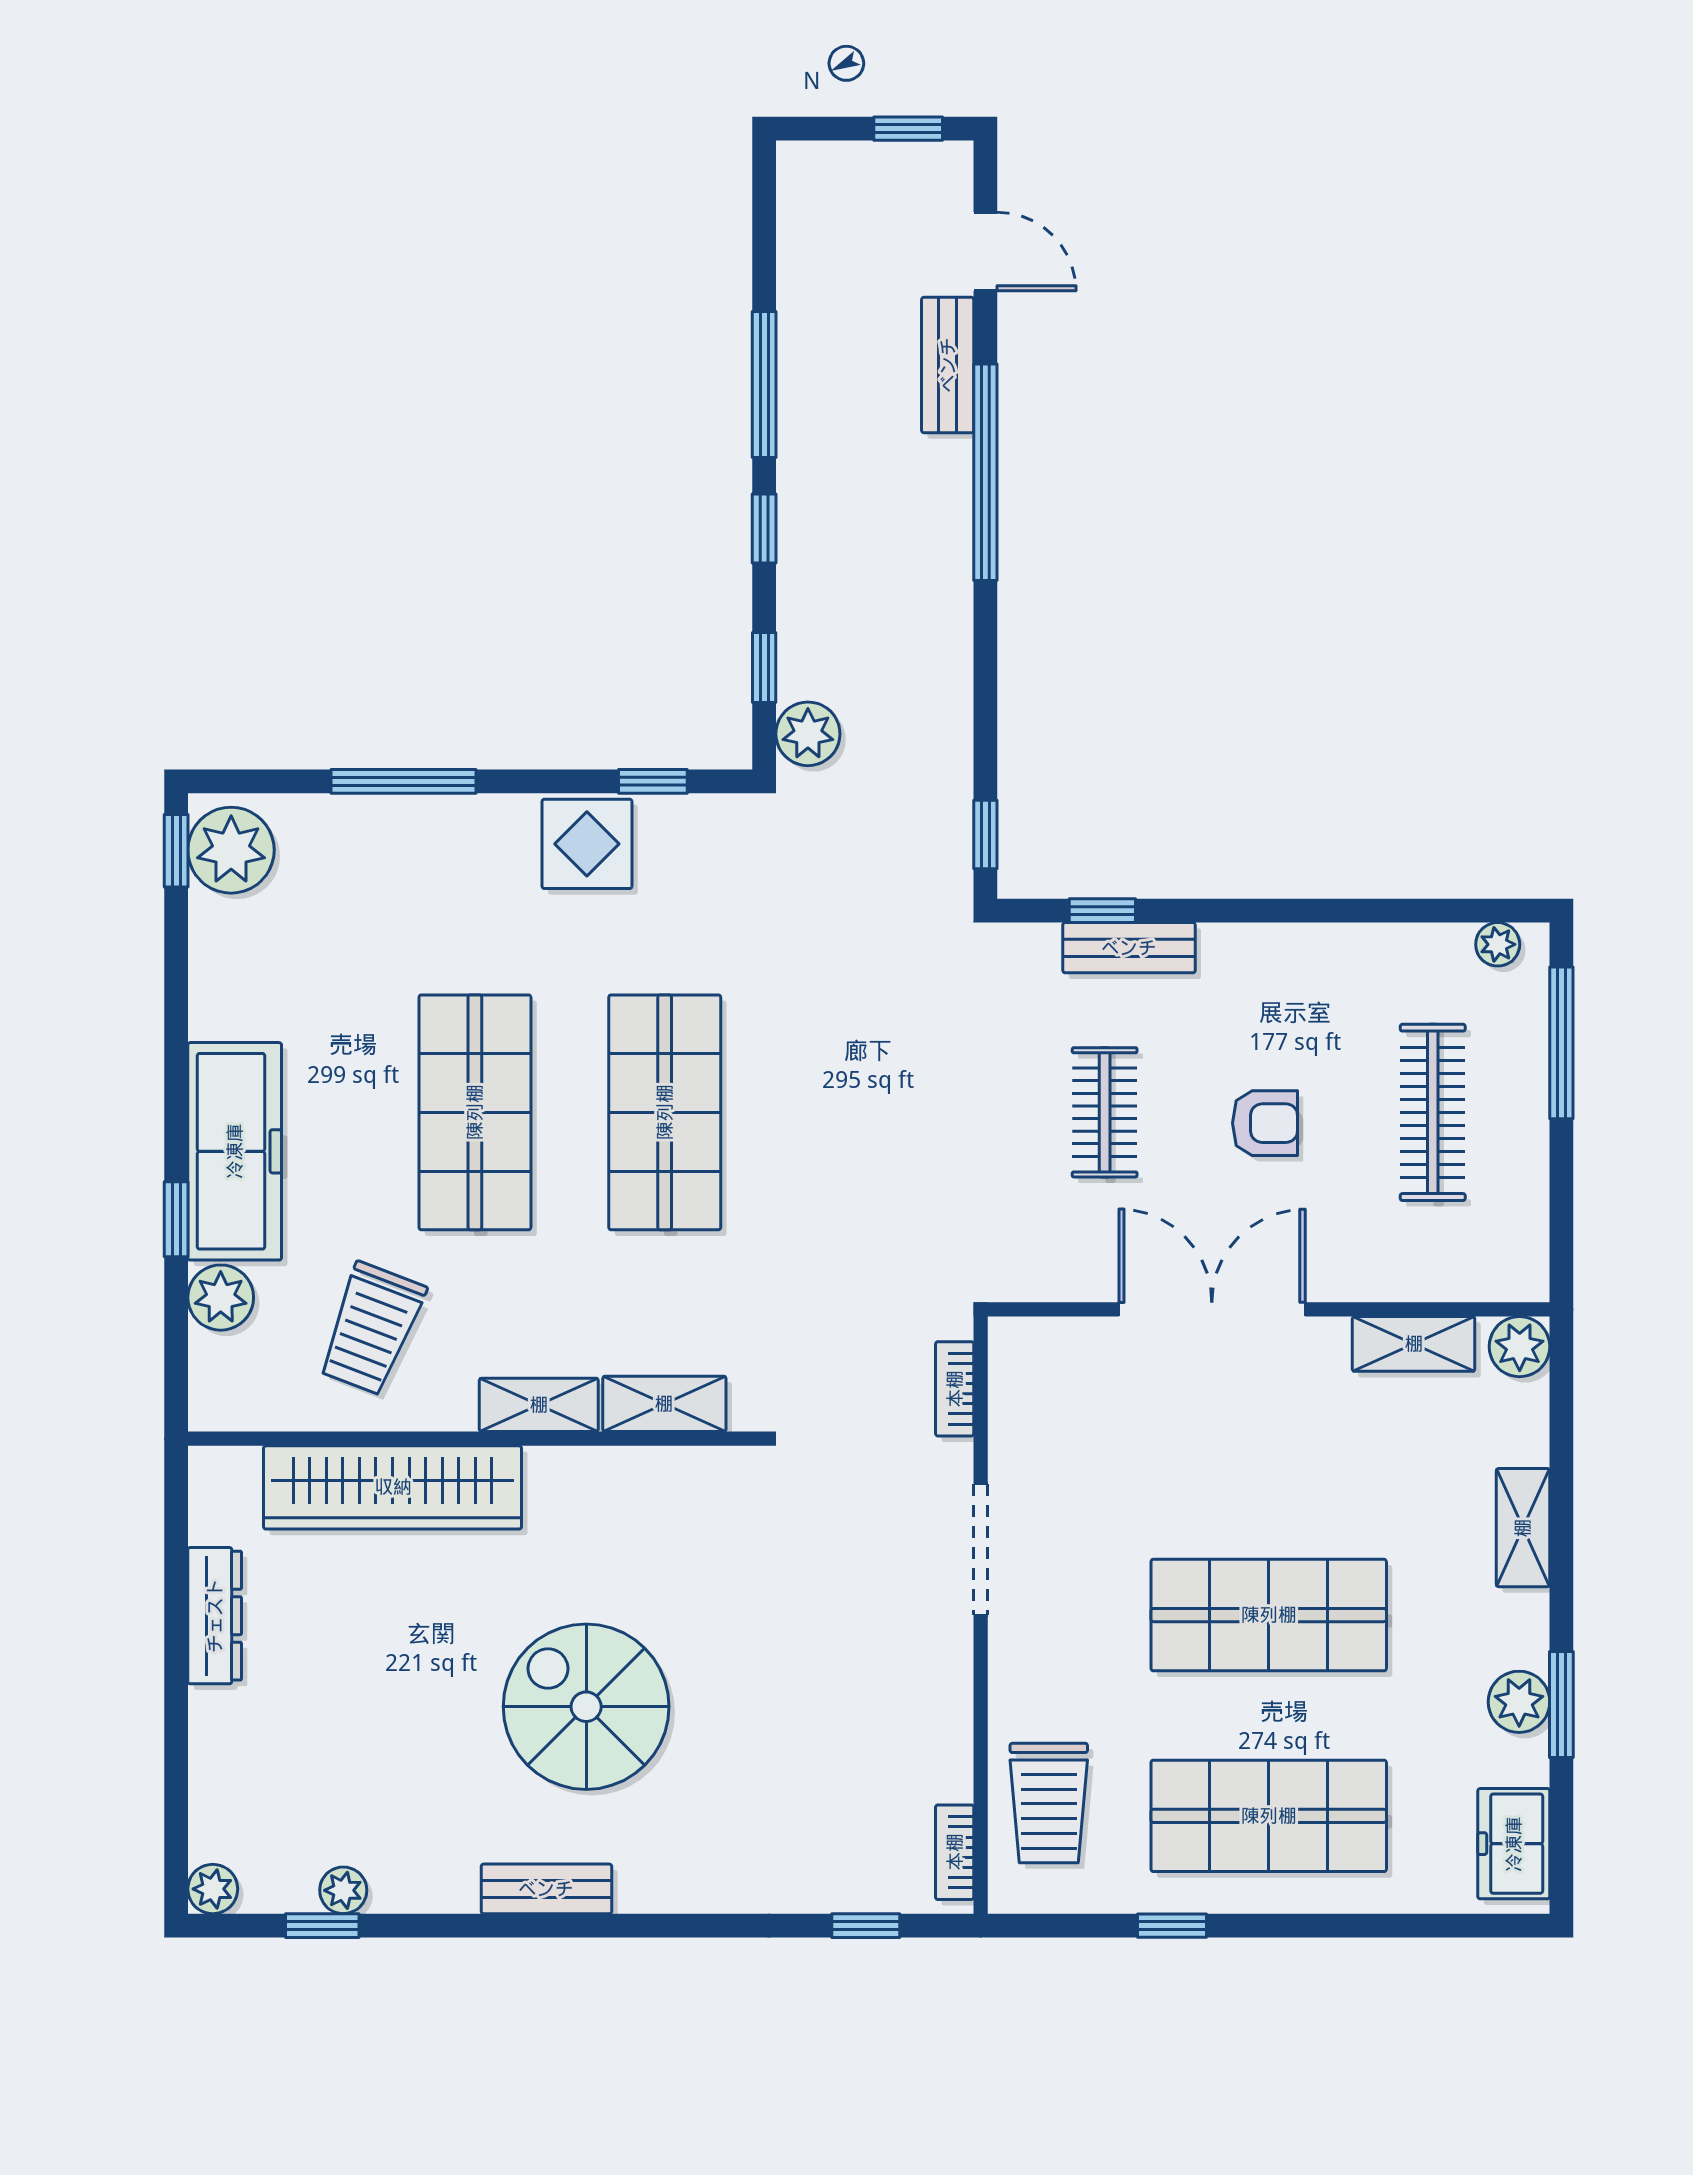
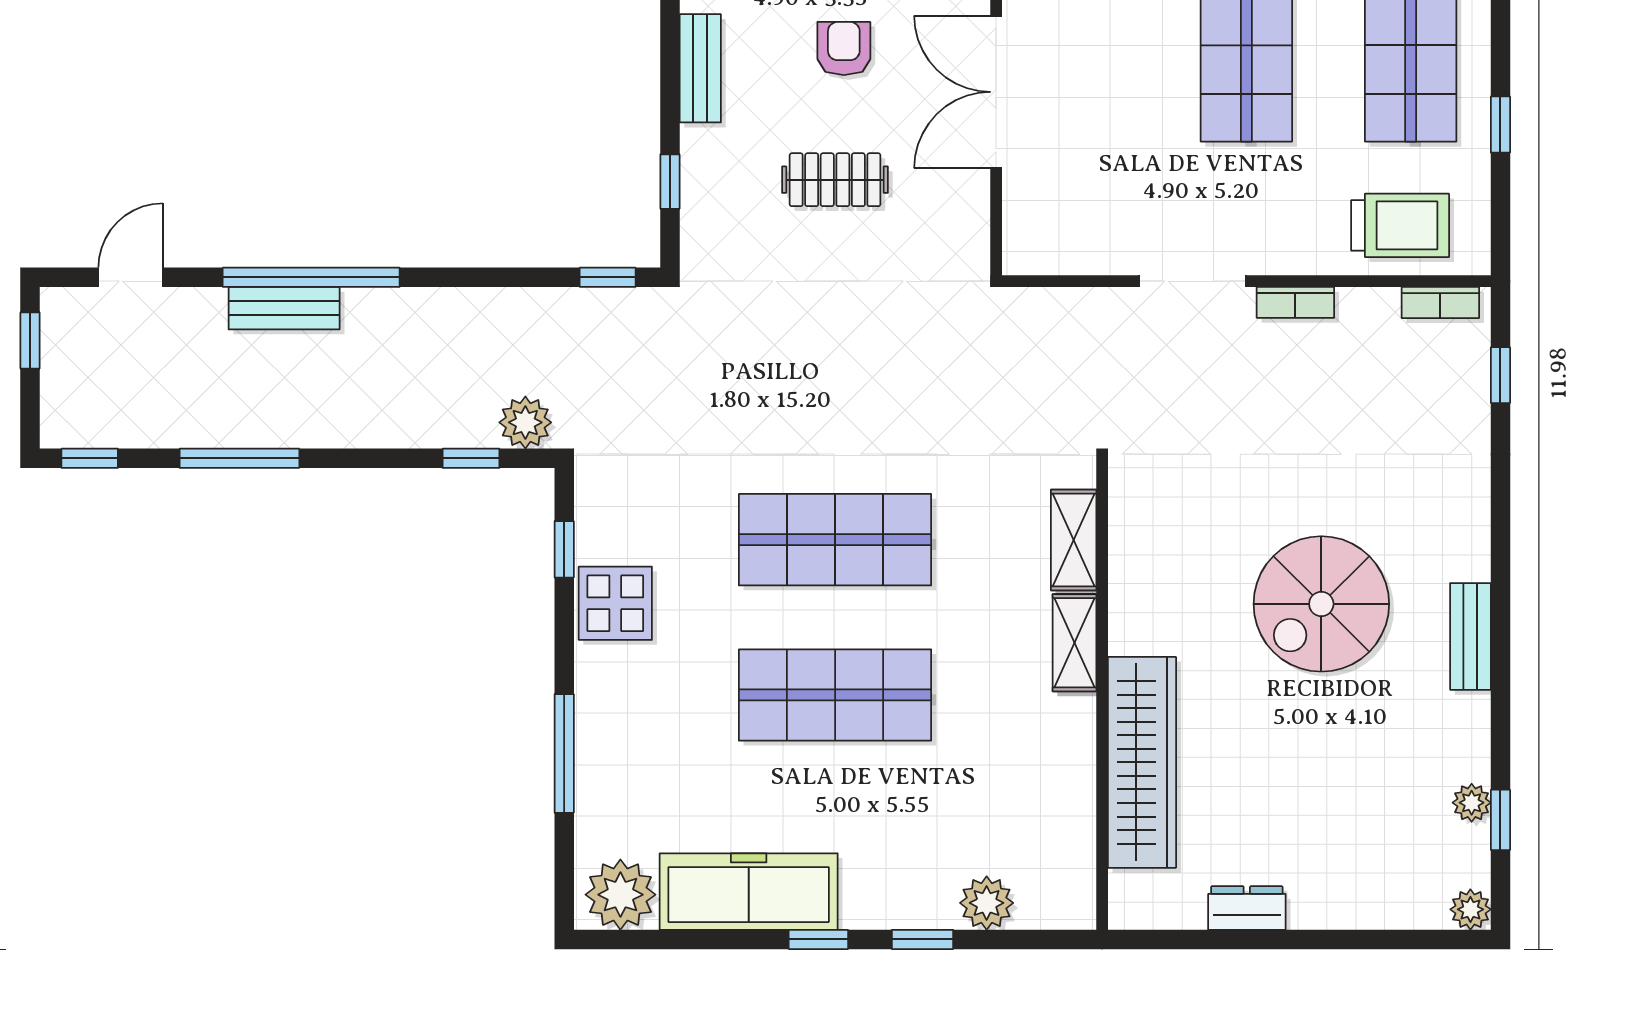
bench: (948, 365) -> (284, 308), moved
window: (764, 529) -> (90, 458), moved
window: (176, 851) -> (818, 939), moved
bench: (1129, 948) -> (700, 68), moved
freezer: (235, 1151) -> (749, 892), moved
trolley: (371, 1329) -> (1012, 780), removed
bookcase: (955, 1389) -> (1295, 302), moved
dresser: (215, 1616) -> (1247, 908), width x0.70

